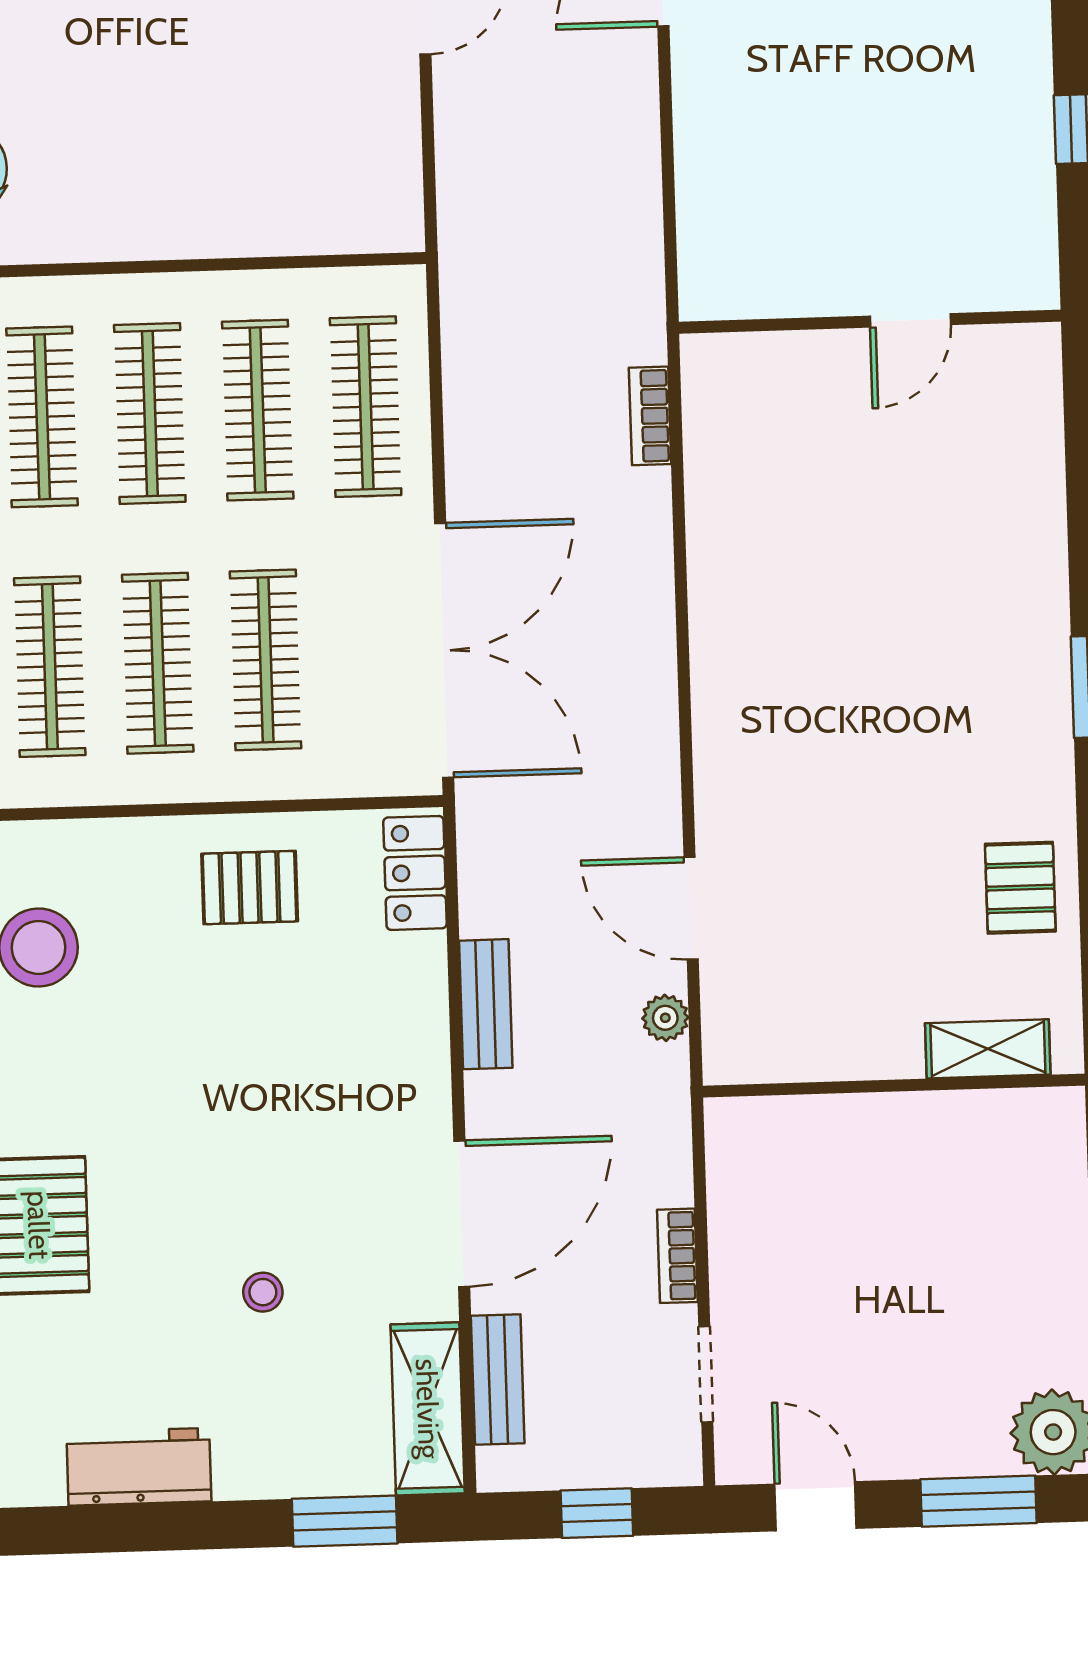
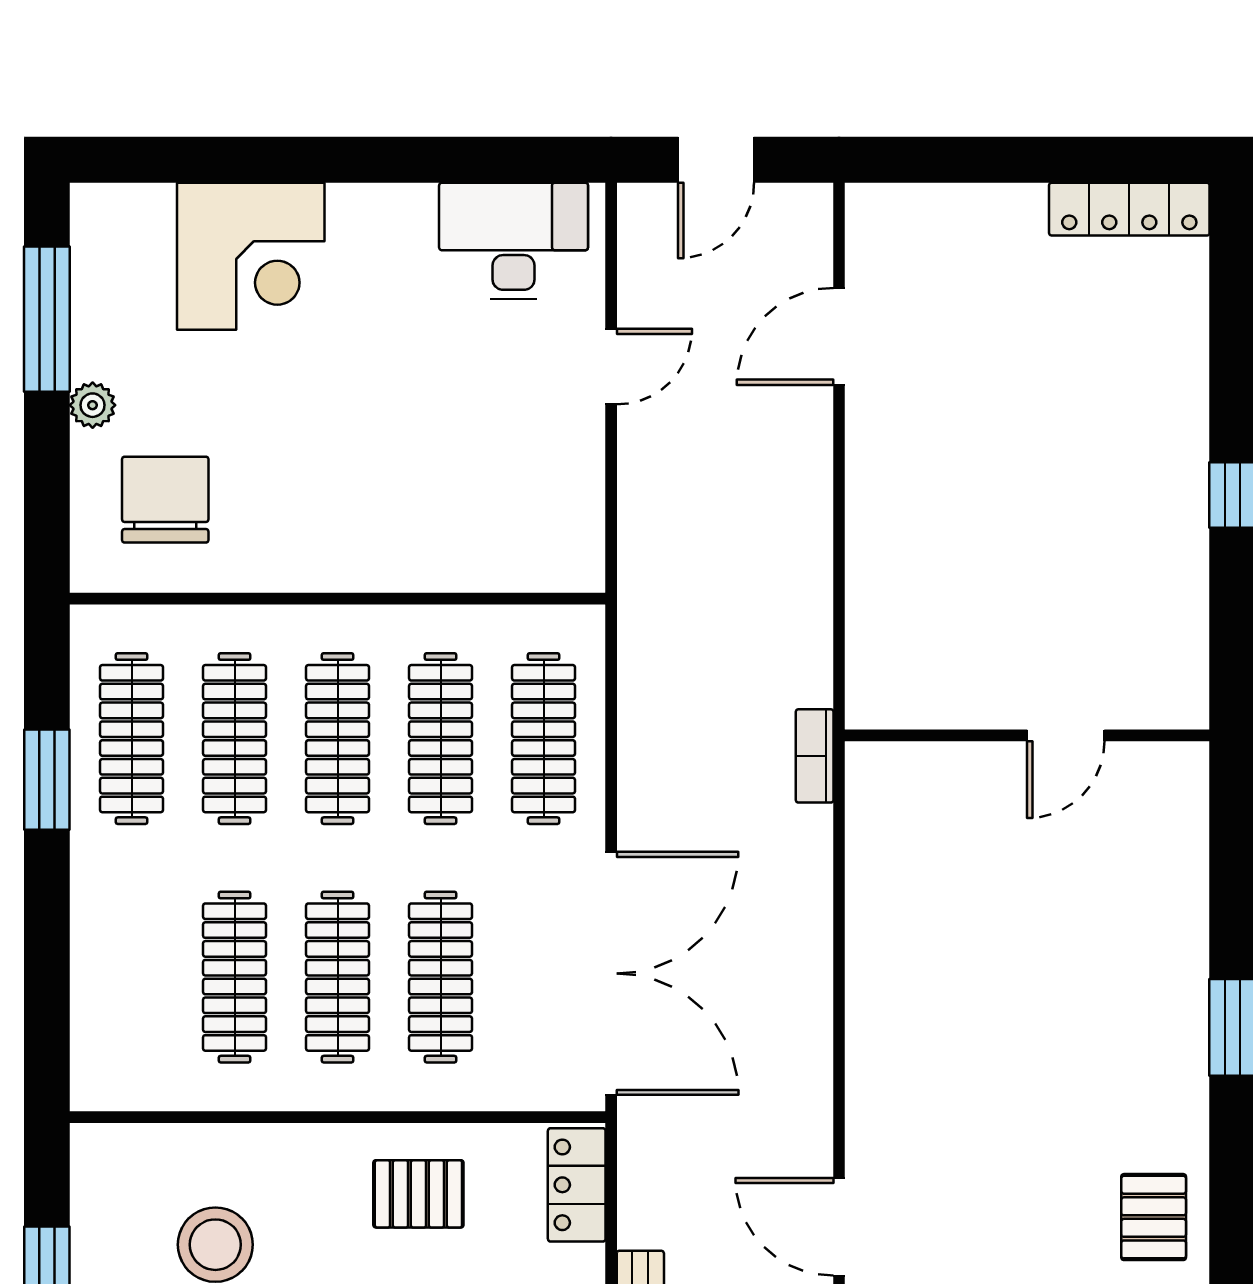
door: (910, 320) -> (1066, 735), moved
wall: (870, 322) -> (1027, 735), moved

